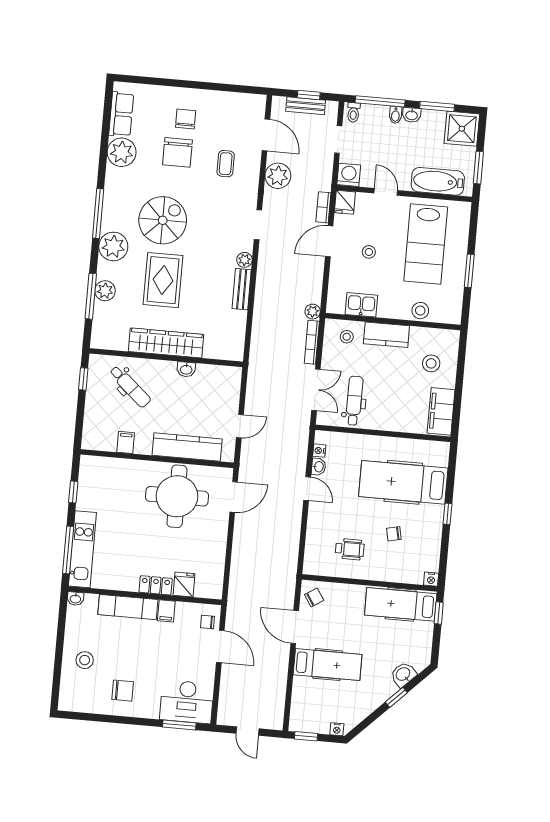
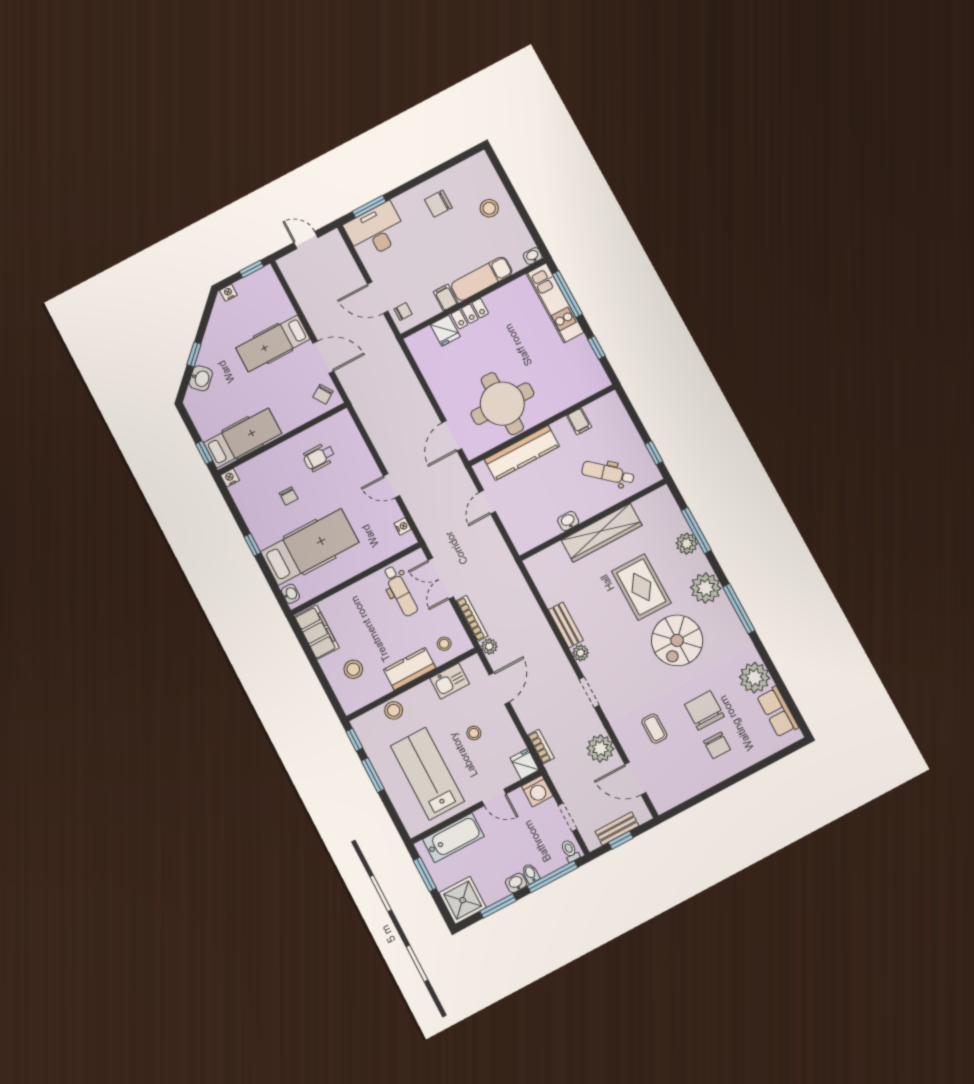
door: (329, 241) -> (499, 688), moved
window: (466, 308) -> (354, 740), added
washbasin: (319, 467) -> (290, 594), moved, turned 180
chair: (394, 534) -> (289, 496), turned 102

